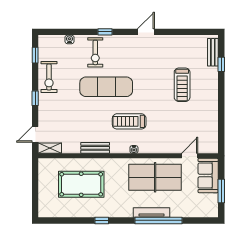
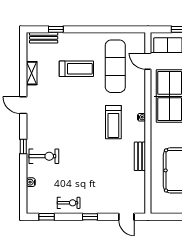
exercise bike: (49, 77) -> (69, 203), width x0.73, depth x0.72
exercise mat: (106, 87) -> (115, 66), moved
shelving: (50, 148) -> (32, 73), moved

